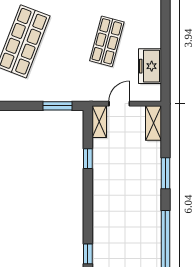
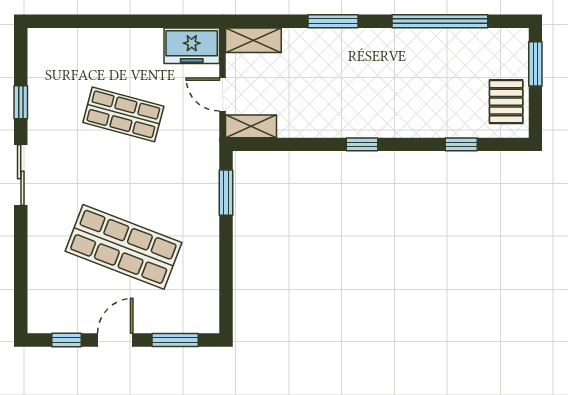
freezer: (150, 66) -> (192, 46), moved
window: (88, 159) -> (362, 144), moved

